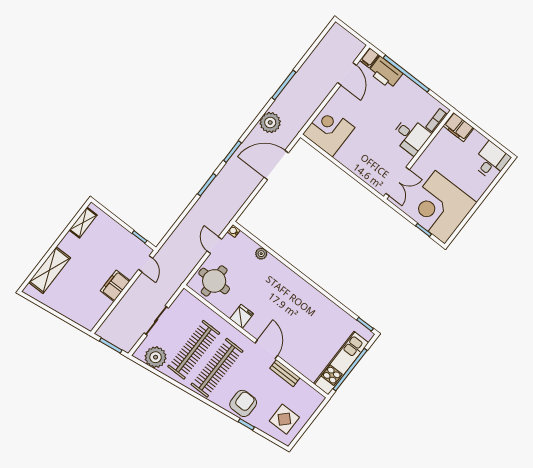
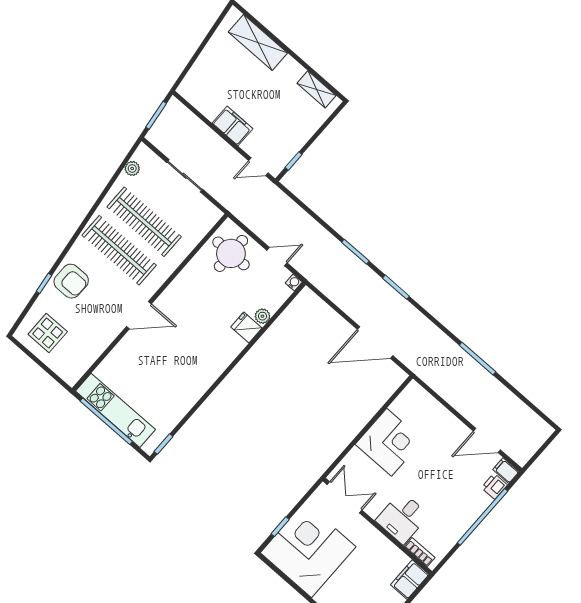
printer: (385, 73) -> (494, 486), width x0.53, depth x0.68
plant: (270, 123) -> (430, 338), removed
corner desk: (329, 131) -> (389, 442), moved
door: (276, 165) -> (375, 343), swing flipped
double door: (398, 181) -> (344, 497), swing flipped
fridge: (242, 316) -> (246, 328), moved, turned 180
plant: (156, 357) -> (132, 168), width x0.53, depth x0.53
bench: (285, 373) -> (107, 337), removed

